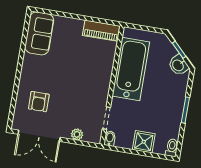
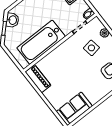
side table: (76, 108) -> (91, 48), added

